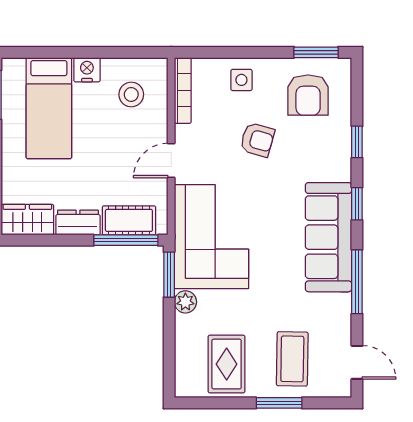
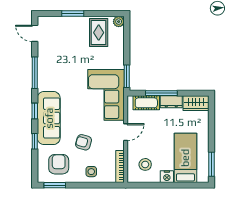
sofa: (329, 237) -> (49, 118), moved
window: (126, 240) -> (161, 93), moved
plant: (185, 302) -> (119, 22), moved
coffee table: (292, 359) -> (66, 35), removed

